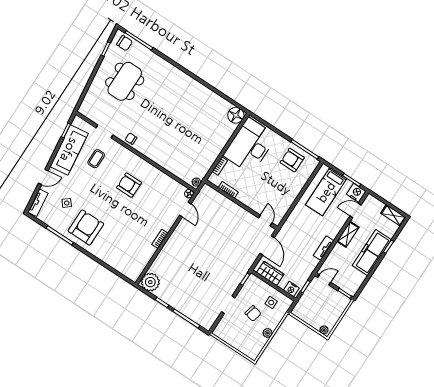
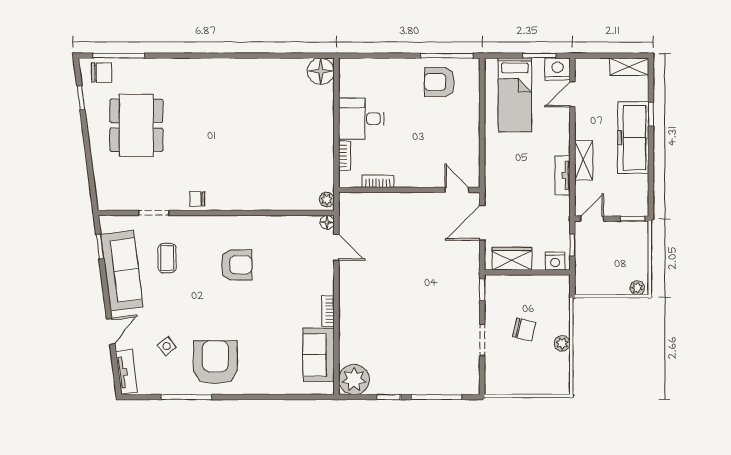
desk: (250, 146) -> (361, 119), width x0.53, depth x0.77
armchair: (129, 185) -> (237, 265), turned 180
shelving: (348, 234) -> (584, 160), moved
door: (267, 245) -> (482, 223), swing flipped
sofa: (141, 258) -> (319, 355), added
side table: (271, 302) -> (539, 298), removed

